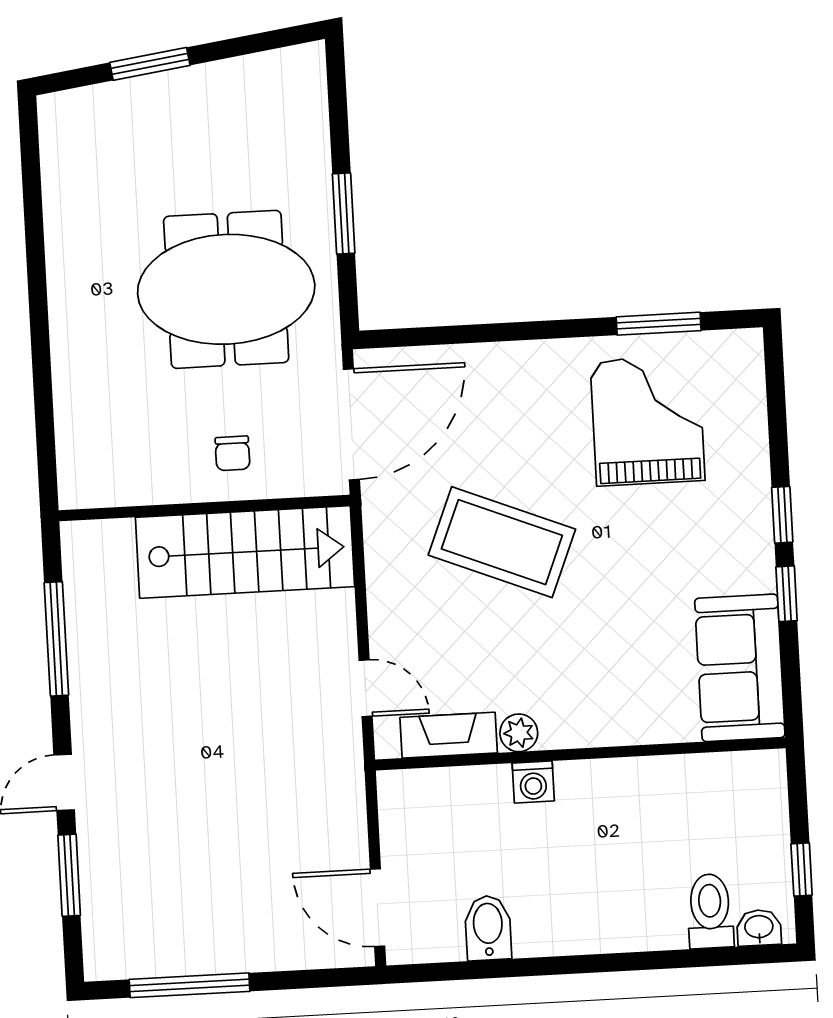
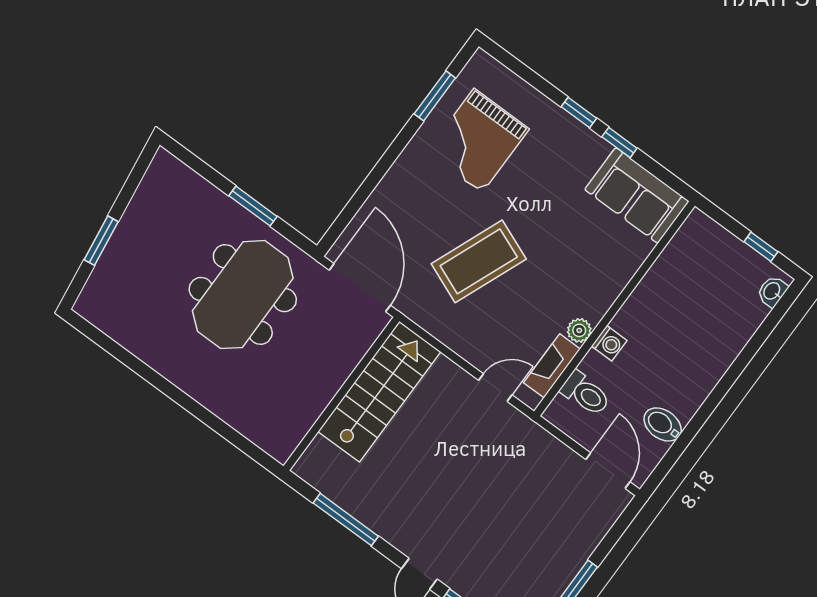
grand piano: (647, 421) -> (478, 141), turned -90
chair: (232, 453) -> (326, 358), removed
door: (378, 908) -> (608, 471), swing flipped
toilet: (710, 911) -> (585, 394), moved, turned 180

